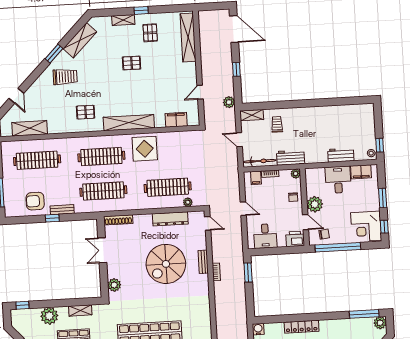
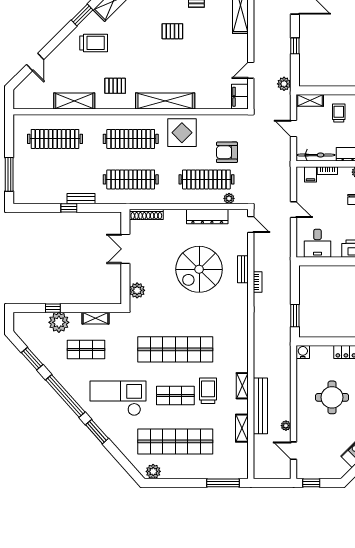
filing cabinet: (176, 120) -> (240, 97), moved, turned -90
shelving: (30, 128) -> (74, 101), moved
armchair: (35, 201) -> (227, 152), moved
window: (248, 272) -> (295, 316), moved
window: (22, 305) -> (53, 308), moved

